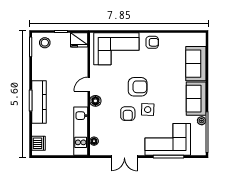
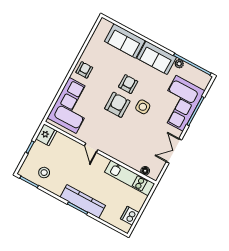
stool: (45, 43) -> (44, 173), moved
floor lamp: (95, 101) -> (109, 150), removed
armchair: (128, 114) -> (128, 84), moved, turned -90
dishwasher: (38, 143) -> (130, 216), moved, turned -90
double door: (124, 157) -> (174, 151), swing flipped

